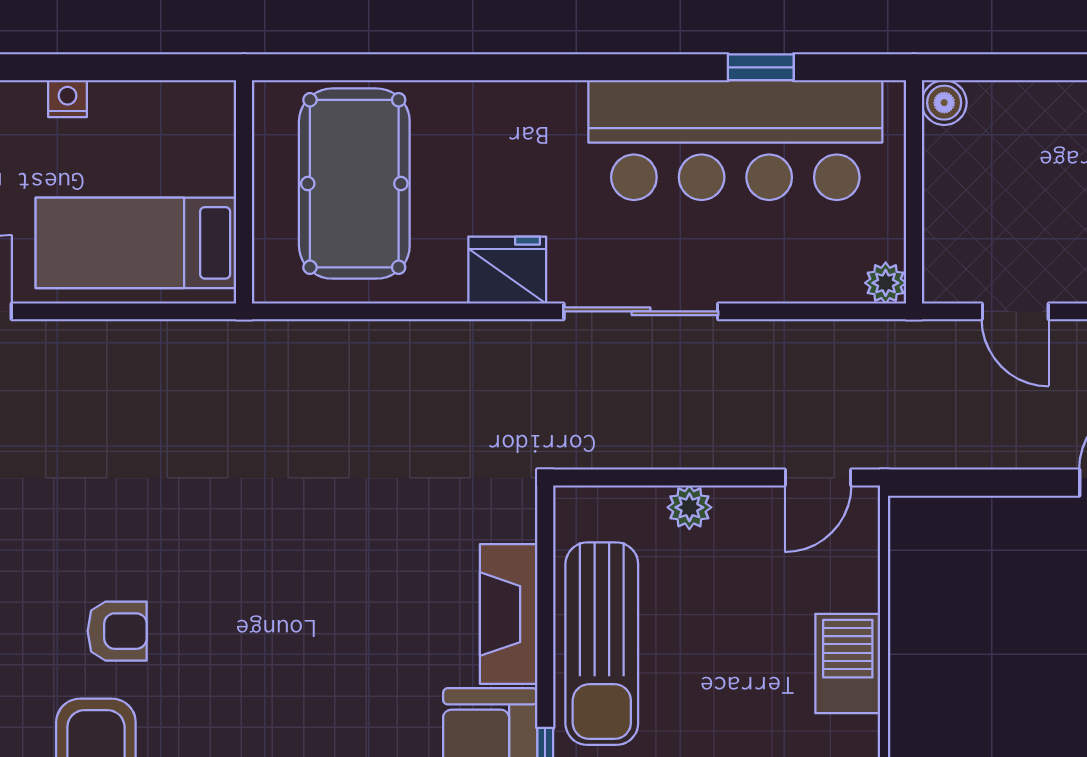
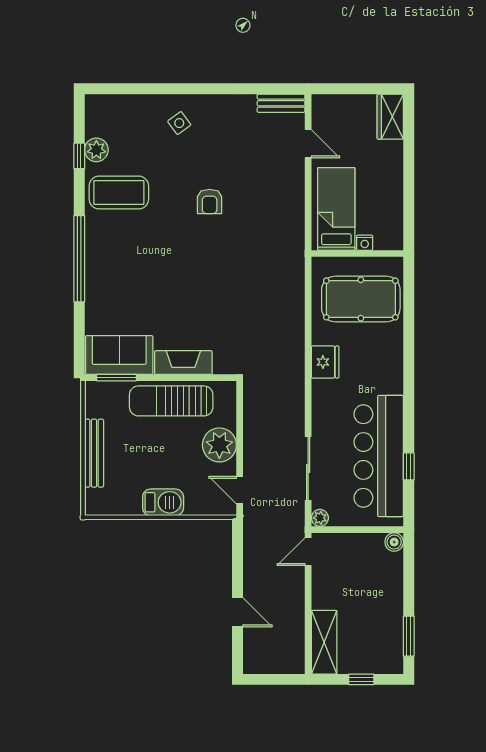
nightstand: (67, 99) -> (365, 243), moved, turned 90
sliding door: (641, 311) -> (308, 468), moved
door: (1015, 311) -> (308, 552), moved
plant: (689, 507) -> (219, 445), width x1.87, depth x1.87
armchair: (117, 631) -> (210, 201), moved

